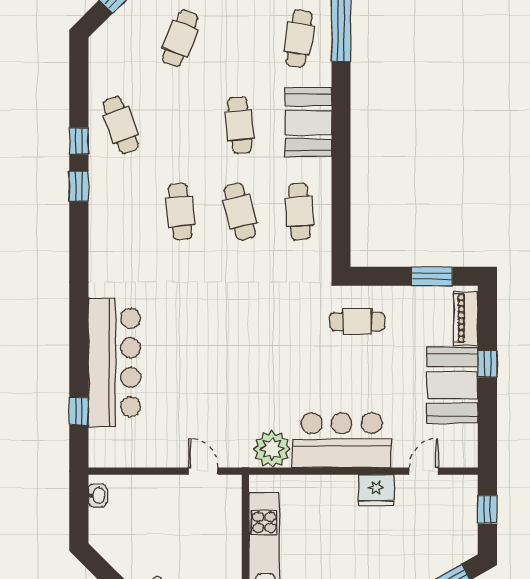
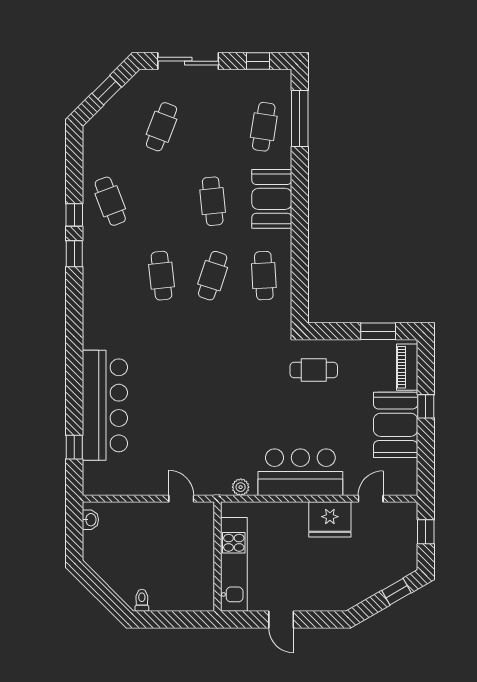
cafe table: (240, 212) -> (213, 276), turned 33
plant: (272, 449) -> (241, 487), width x0.53, depth x0.53
fridge: (376, 490) -> (330, 519), width x1.36, depth x1.34

